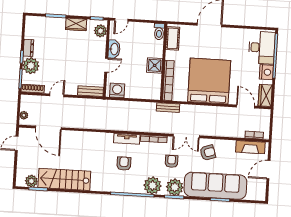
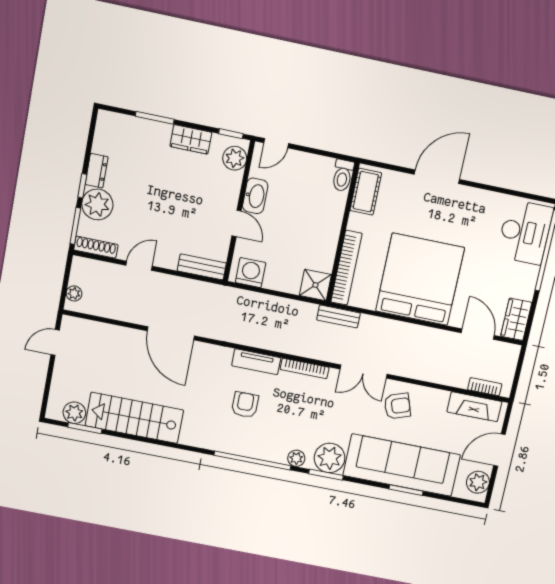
door: (106, 65) -> (237, 223), hinge flipped
shower: (155, 65) -> (315, 285), moved
nightstand: (266, 72) -> (526, 278), removed
door: (48, 128) -> (171, 333), moved
armchair: (172, 161) -> (331, 412), removed
plant: (153, 186) -> (296, 458), width x0.53, depth x0.53
plant: (260, 190) -> (478, 482), added

